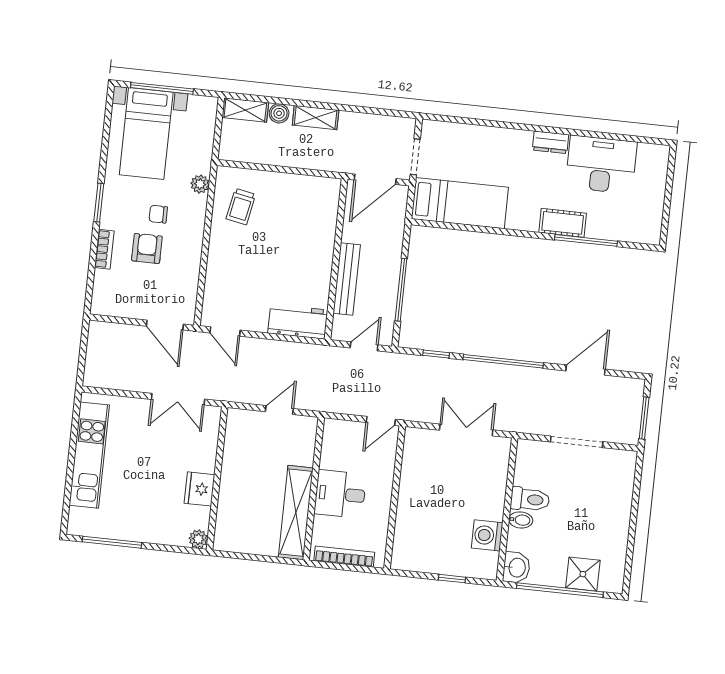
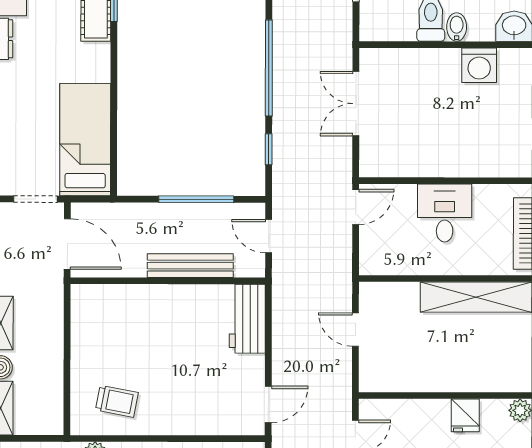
door: (381, 421) -> (356, 207), hinge flipped
fridge: (199, 489) -> (465, 415), width x0.72
desk: (340, 494) -> (445, 213), moved, turned 180

